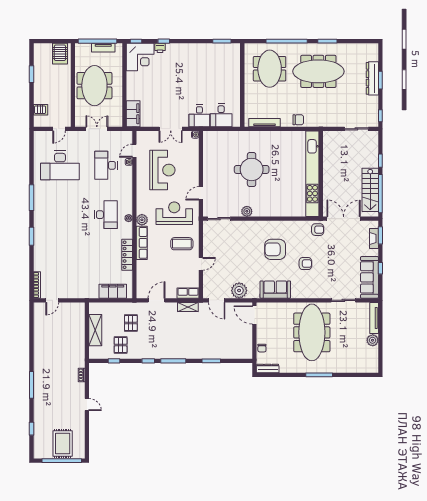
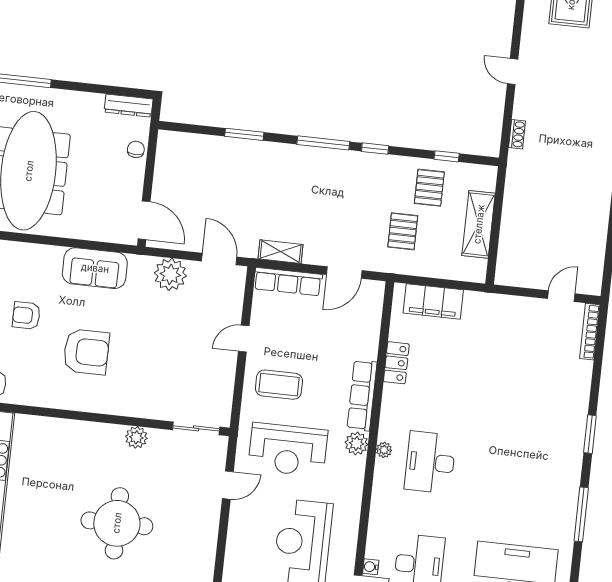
locker: (127, 255) -> (396, 363), width x0.66
row of seats: (188, 293) -> (288, 282), width x1.48

